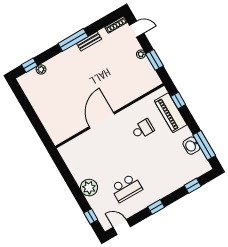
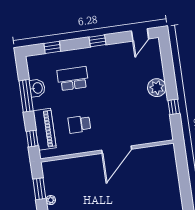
window: (204, 145) -> (26, 96), moved
school desk: (126, 188) -> (73, 79), moved
window: (91, 216) -> (174, 107), moved
door: (122, 227) -> (140, 35), hinge flipped

